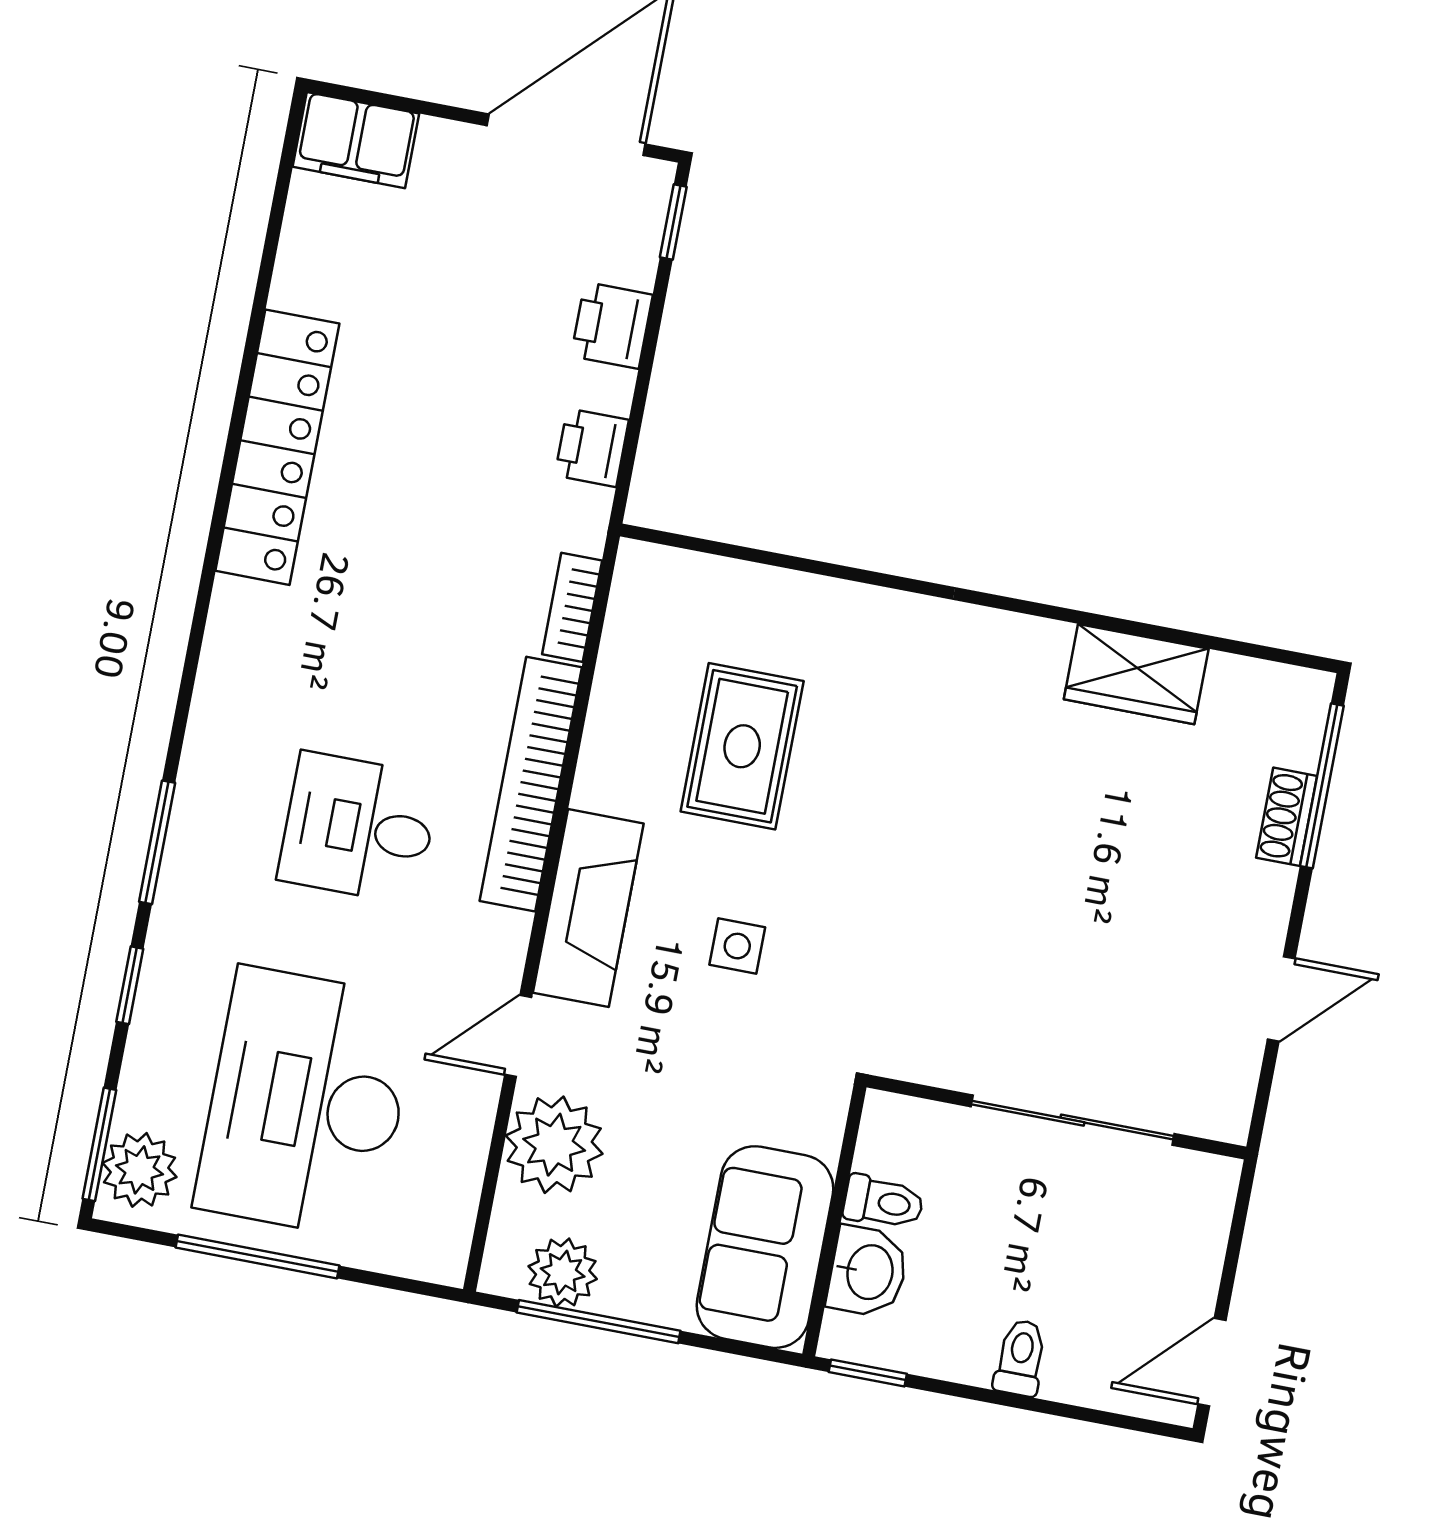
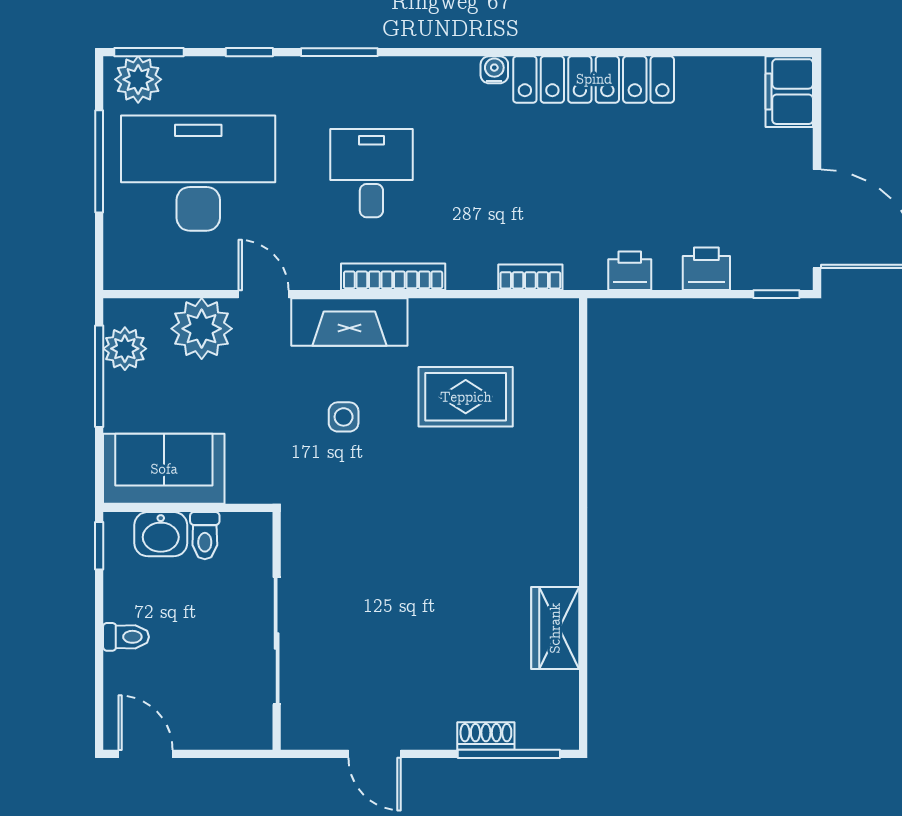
water cooler: (232, 602) -> (494, 70), added
bookcase: (531, 784) -> (393, 277), width x0.68, depth x0.76

